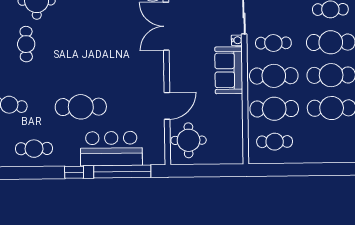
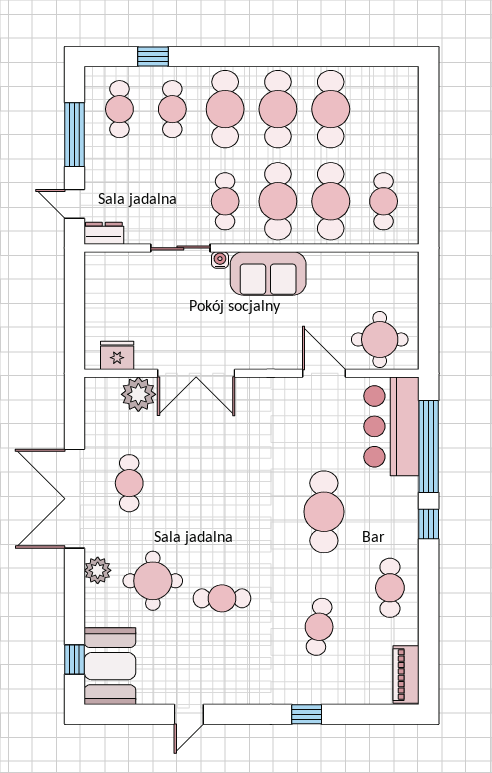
bar counter: (111, 149) -> (391, 426), moved

